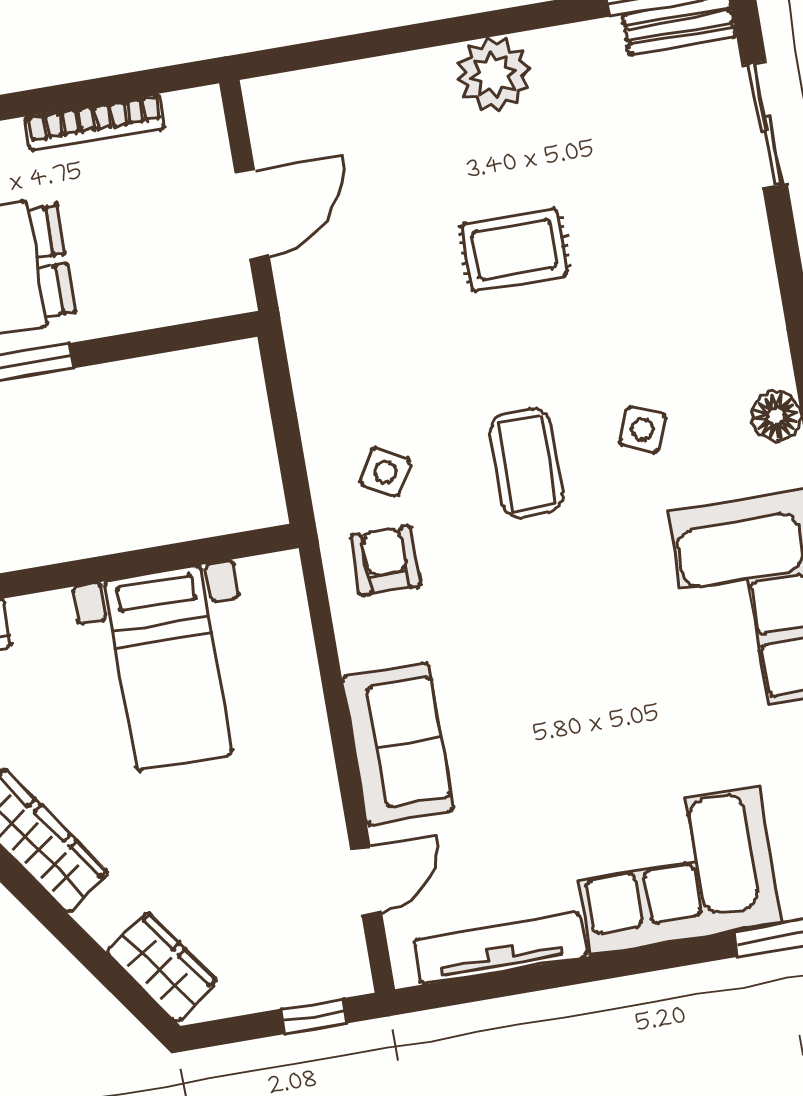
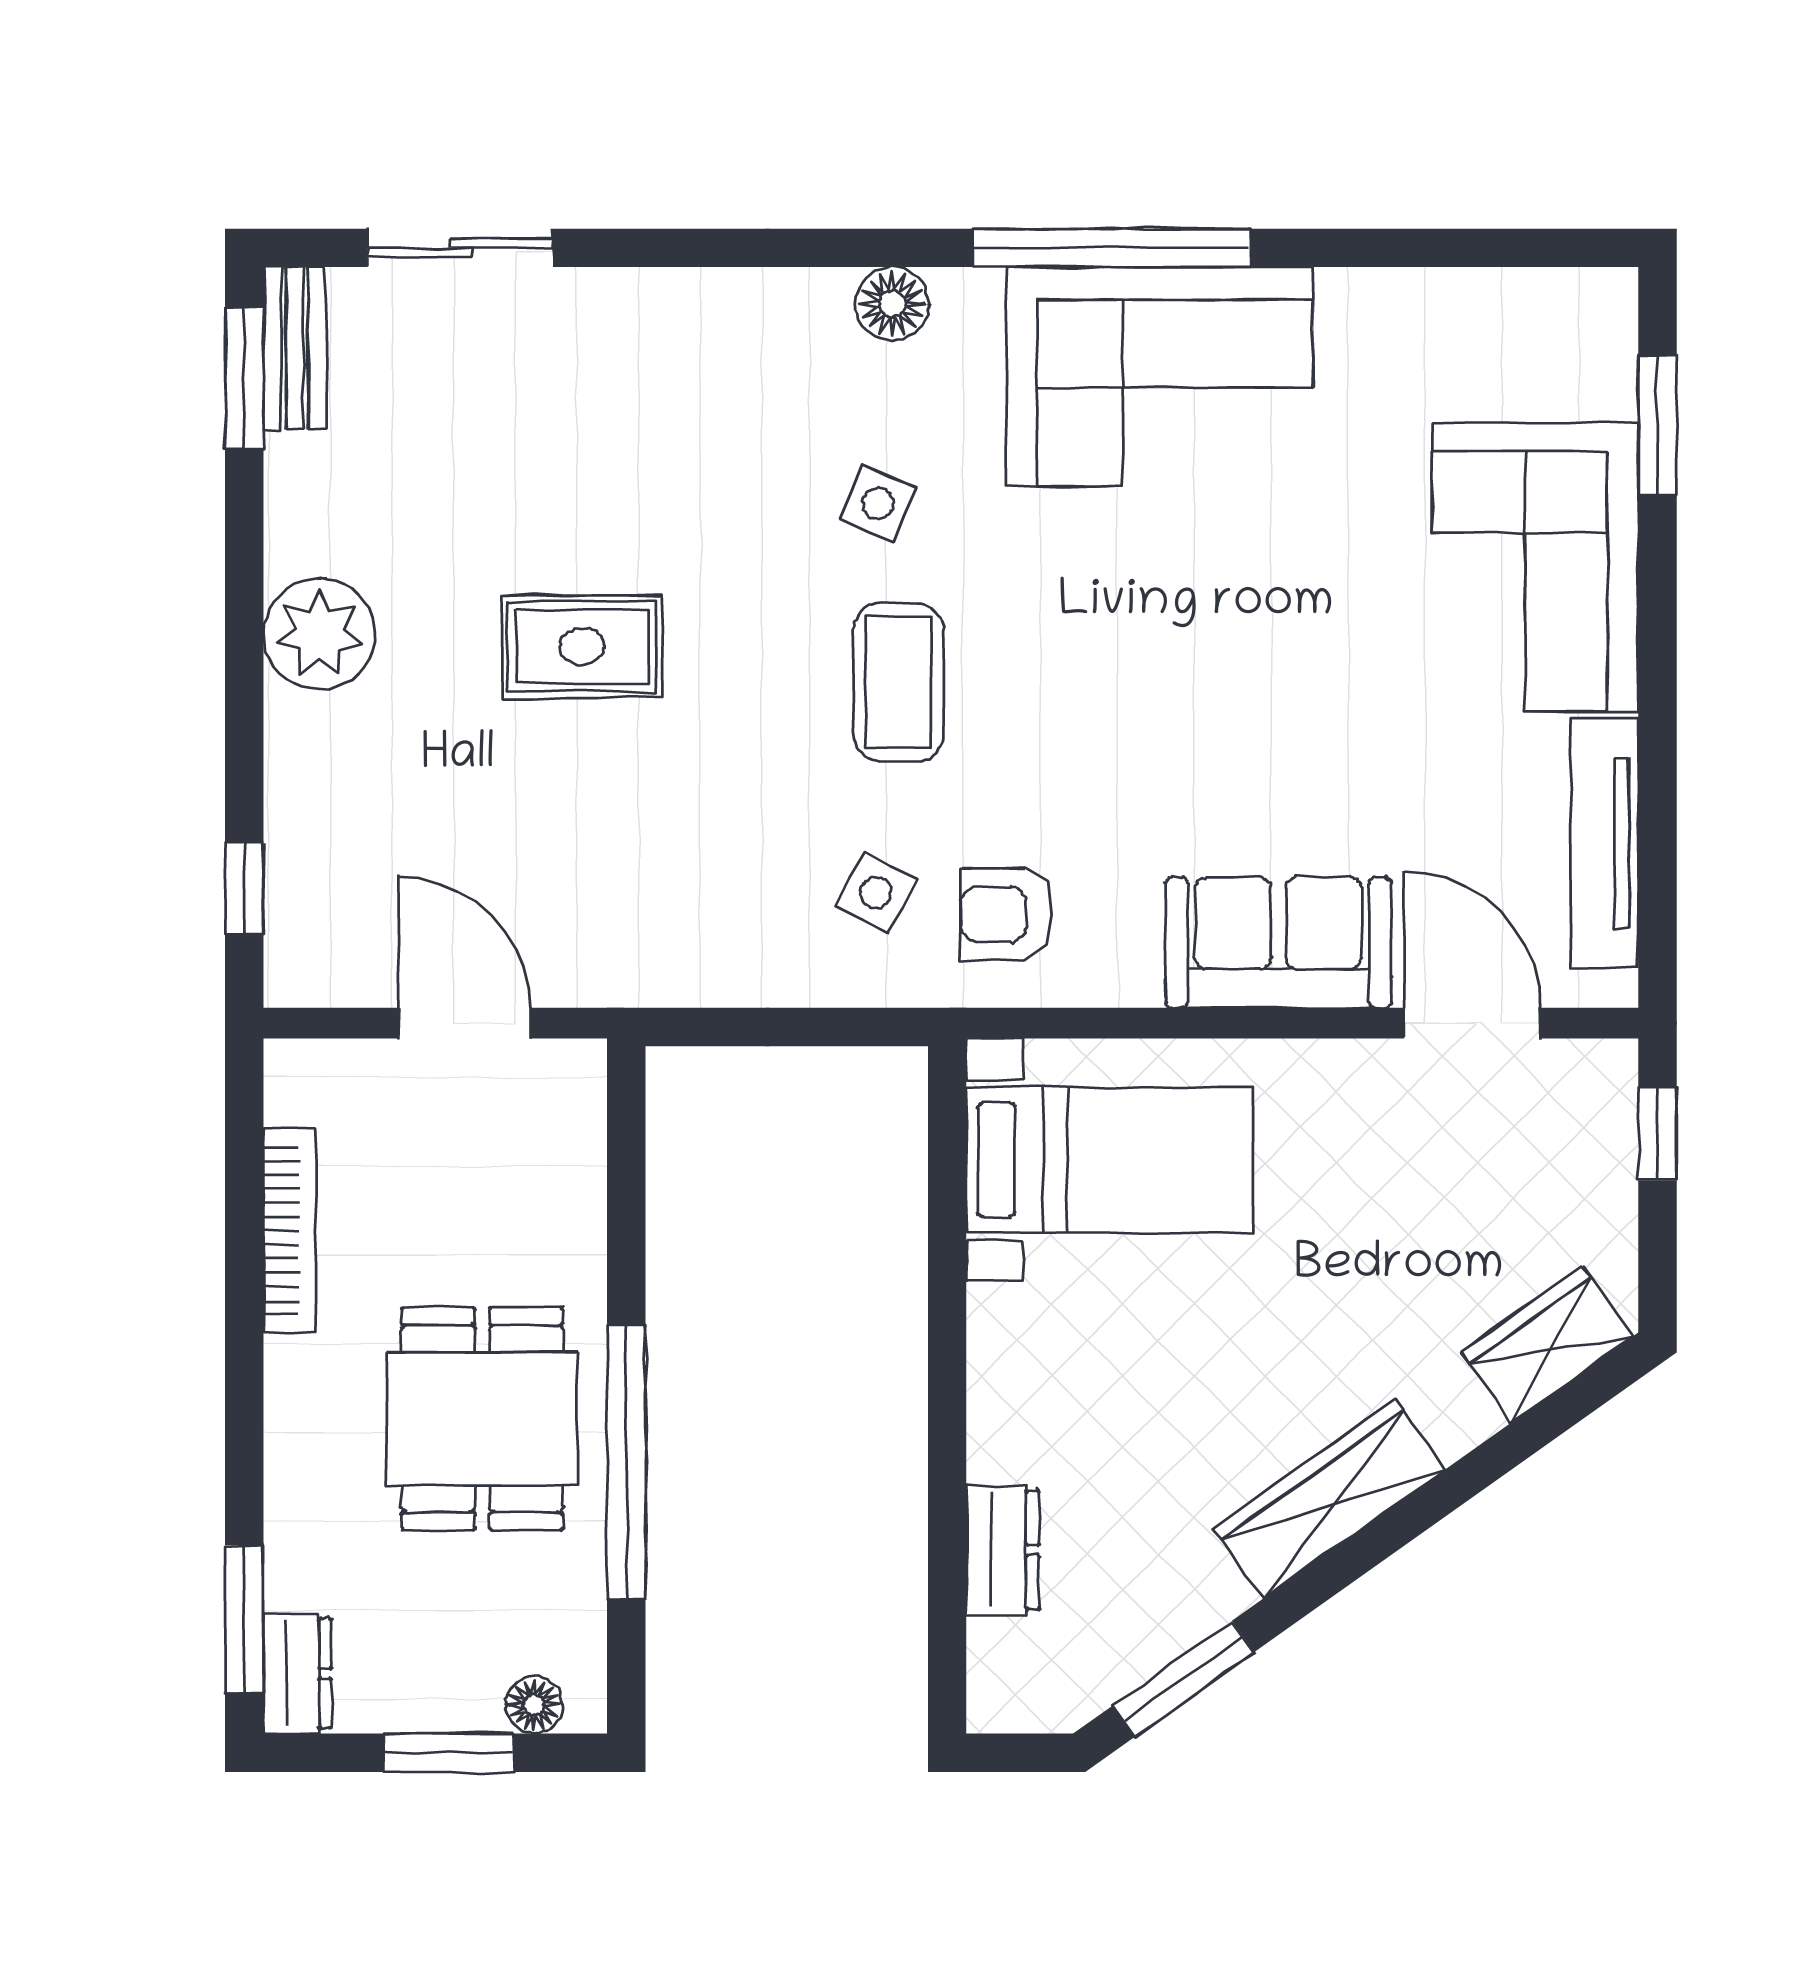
window: (317, 54) -> (244, 888), added
rug: (515, 250) -> (582, 647), turned 90
coffee table: (527, 463) -> (899, 682), turned 90
bed with nightstands: (169, 668) -> (1110, 1160), moved
door: (366, 881) -> (1472, 1023), width x1.38

